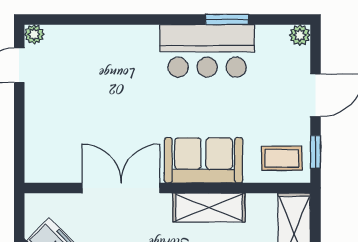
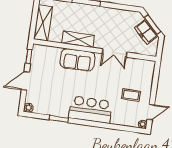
bar counter: (207, 51) -> (90, 110), moved
coffee table: (282, 158) -> (131, 95), moved
double door: (121, 188) -> (115, 53), width x0.73

